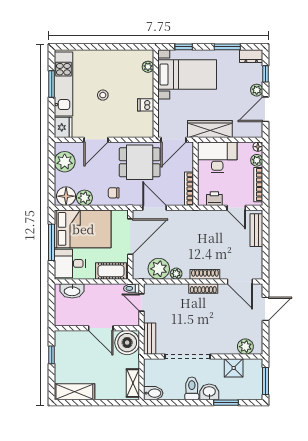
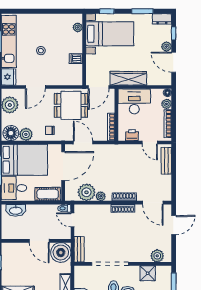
door: (266, 109) -> (174, 62), hinge flipped

